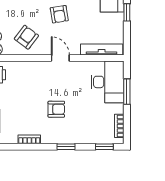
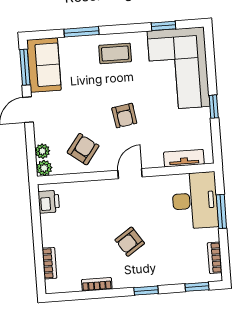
tv unit: (102, 49) -> (184, 158), width x0.71
door: (60, 58) -> (130, 174), hinge flipped
armchair: (56, 109) -> (130, 242), turned 146

